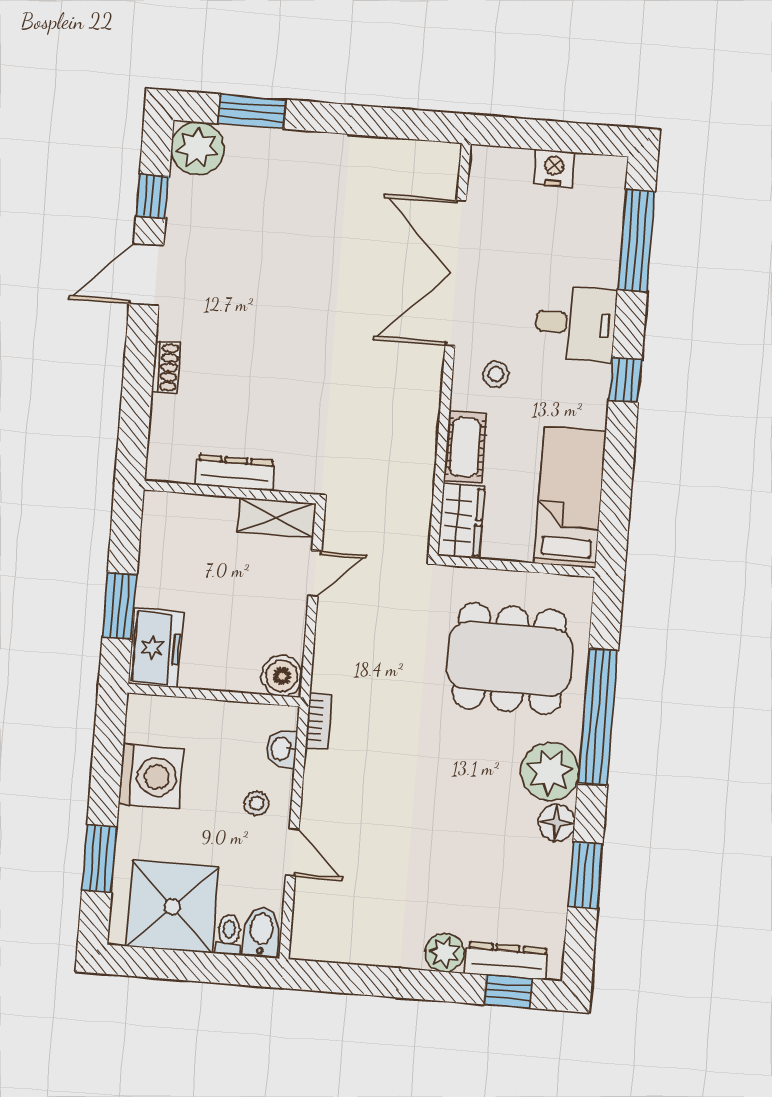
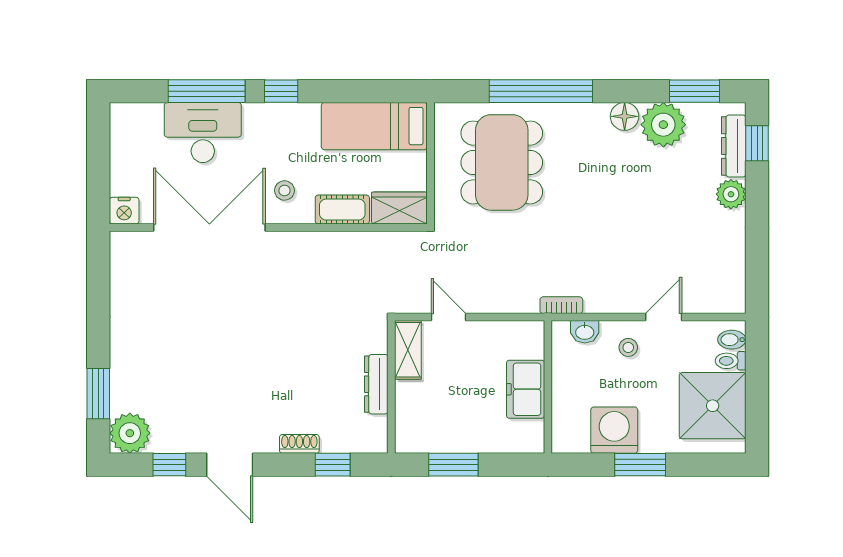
nightstand: (554, 168) -> (124, 211), moved, turned -90
window: (636, 240) -> (207, 91), moved
double door: (456, 273) -> (209, 228), swing flipped
desk: (576, 323) -> (203, 132), moved, width x1.37
window: (136, 408) -> (333, 465), added
window: (120, 605) -> (453, 465), moved
freezer: (156, 648) -> (526, 389), moved, turned -90
boiler: (282, 676) -> (529, 336), removed
plant: (550, 772) -> (663, 125), moved
window: (99, 859) -> (640, 465), moved
window: (585, 875) -> (695, 91), moved
bidet: (261, 932) -> (732, 340), width x0.72, depth x0.74

